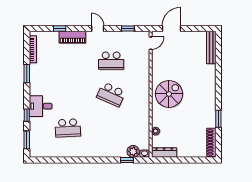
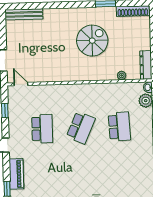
spiral stairs: (169, 94) -> (92, 41), moved, turned 90
school desk: (68, 128) -> (119, 127), moved

